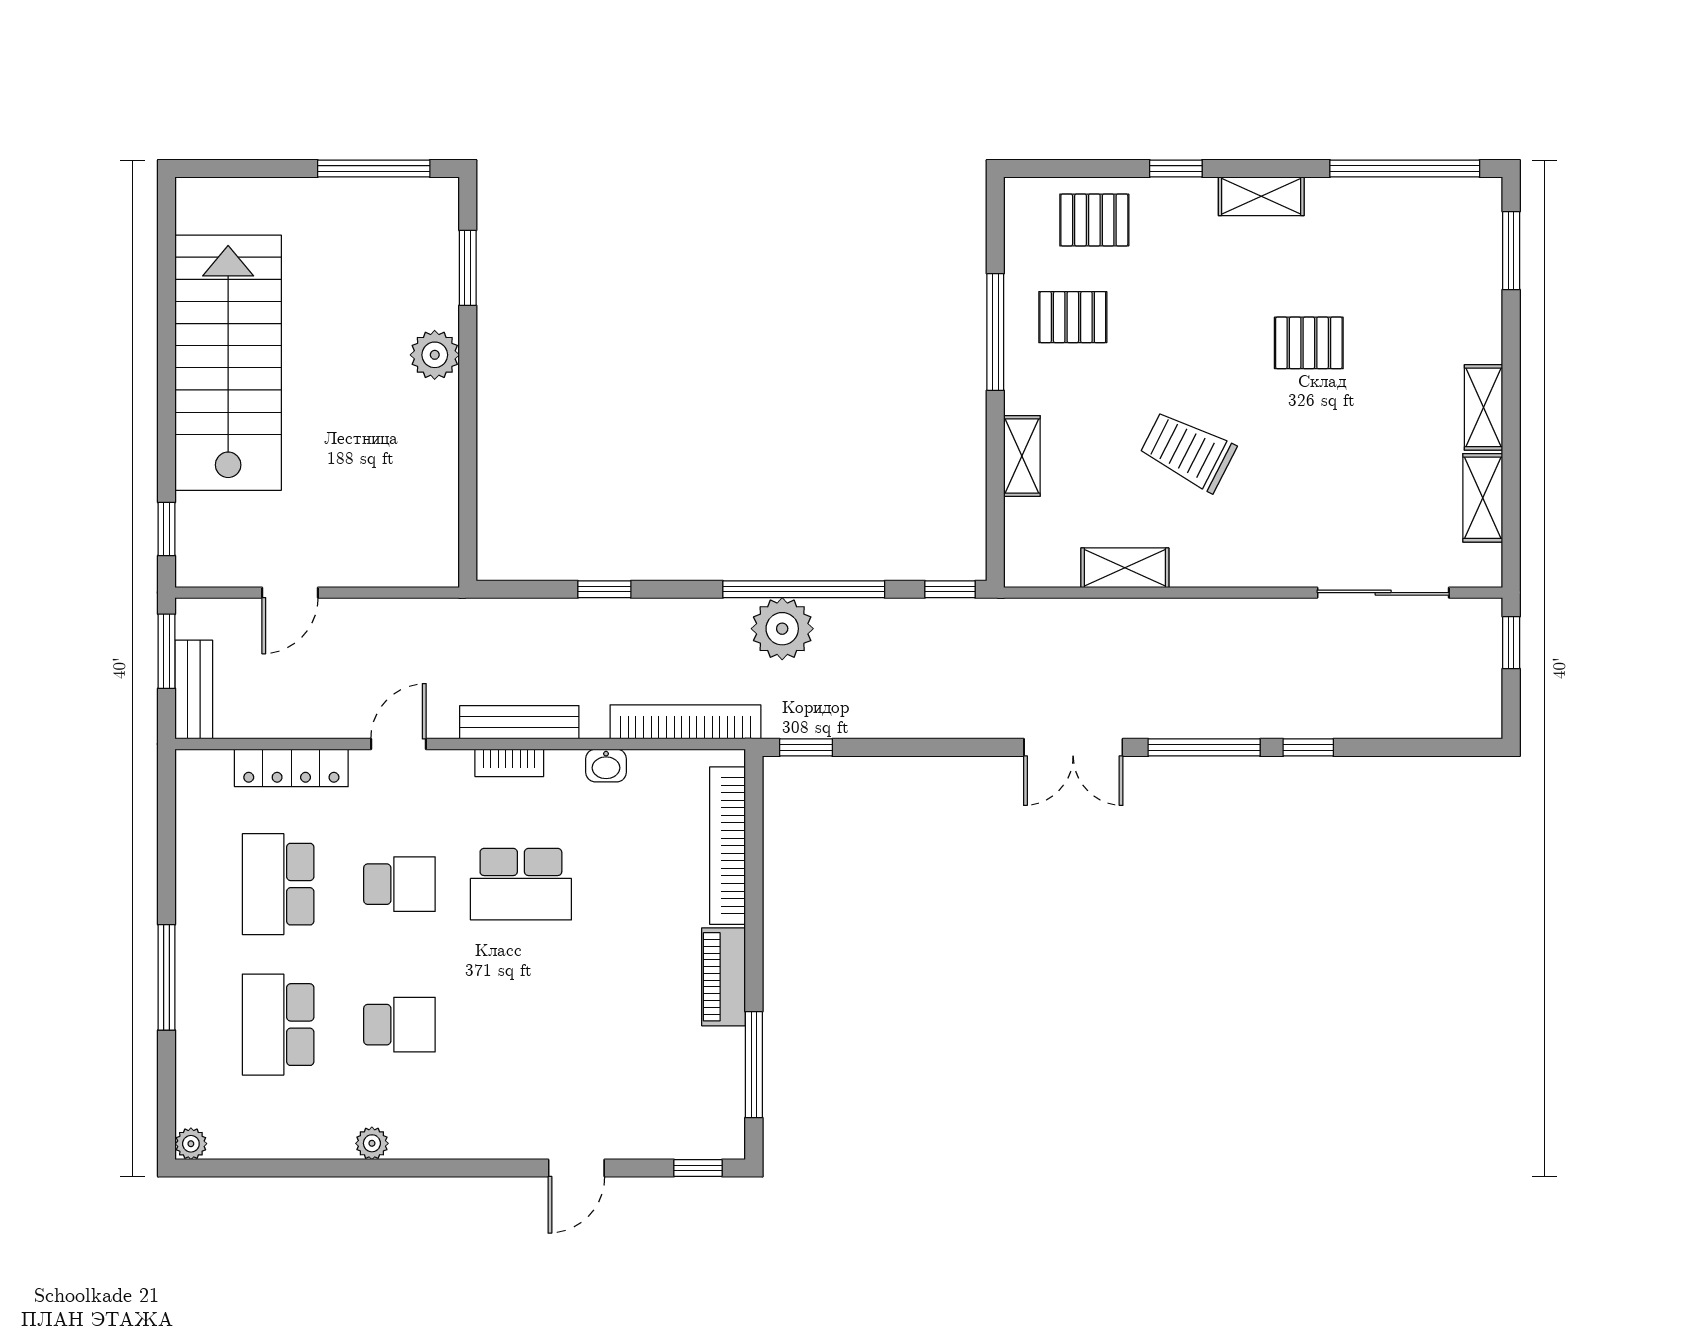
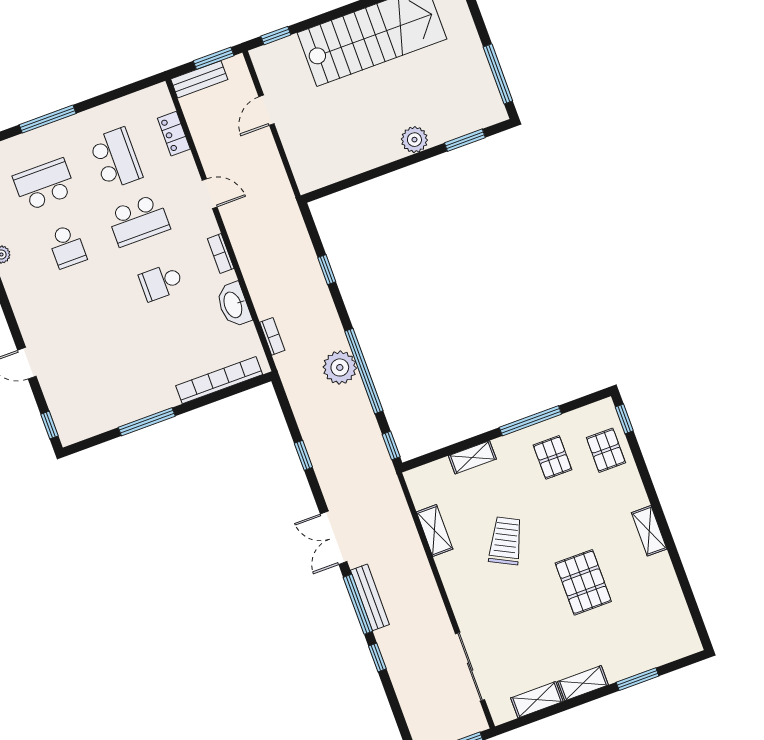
window: (1176, 168) -> (624, 419), moved
window: (1405, 168) -> (690, 599), removed
window: (1511, 251) -> (638, 679), moved
pallet: (1309, 343) -> (583, 582), width x1.50, depth x1.42
door: (290, 593) -> (266, 110), hinge flipped
bench: (519, 722) -> (370, 597), moved
bookcase: (685, 722) -> (272, 336), width x0.43, depth x0.76
window: (806, 747) -> (303, 455), moved
washbasin: (606, 765) -> (234, 305), width x1.91, depth x1.45
locker: (291, 768) -> (174, 134), width x0.66
school desk: (278, 884) -> (116, 158), turned 90
school desk: (399, 884) -> (138, 220), width x1.85
school desk: (521, 884) -> (161, 282), width x0.54
piano: (724, 977) -> (152, 402), removed
window: (754, 1065) -> (147, 422), moved

